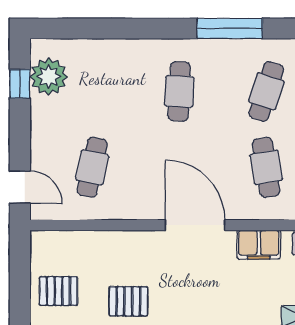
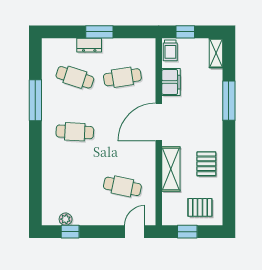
plant: (49, 77) -> (66, 219), width x0.53, depth x0.53
shelving: (120, 245) -> (171, 169), added
window: (20, 271) -> (187, 232), added
pallet: (58, 291) -> (200, 207), turned 90

